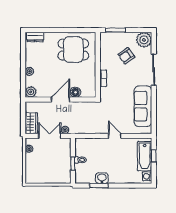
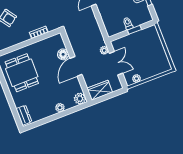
door: (60, 100) -> (76, 66), hinge flipped
wardrobe: (31, 123) -> (100, 90), moved
double door: (50, 136) -> (116, 63), swing flipped

